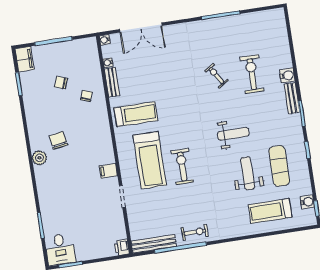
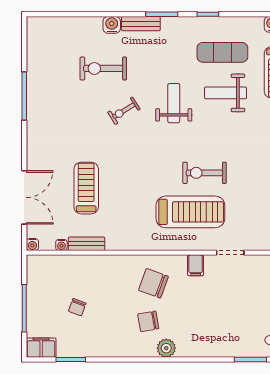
exercise bike: (216, 76) -> (124, 111), moved
chair: (86, 96) -> (153, 283), moved, width x1.87, depth x1.87
treadmill: (136, 114) -> (86, 188), moved

